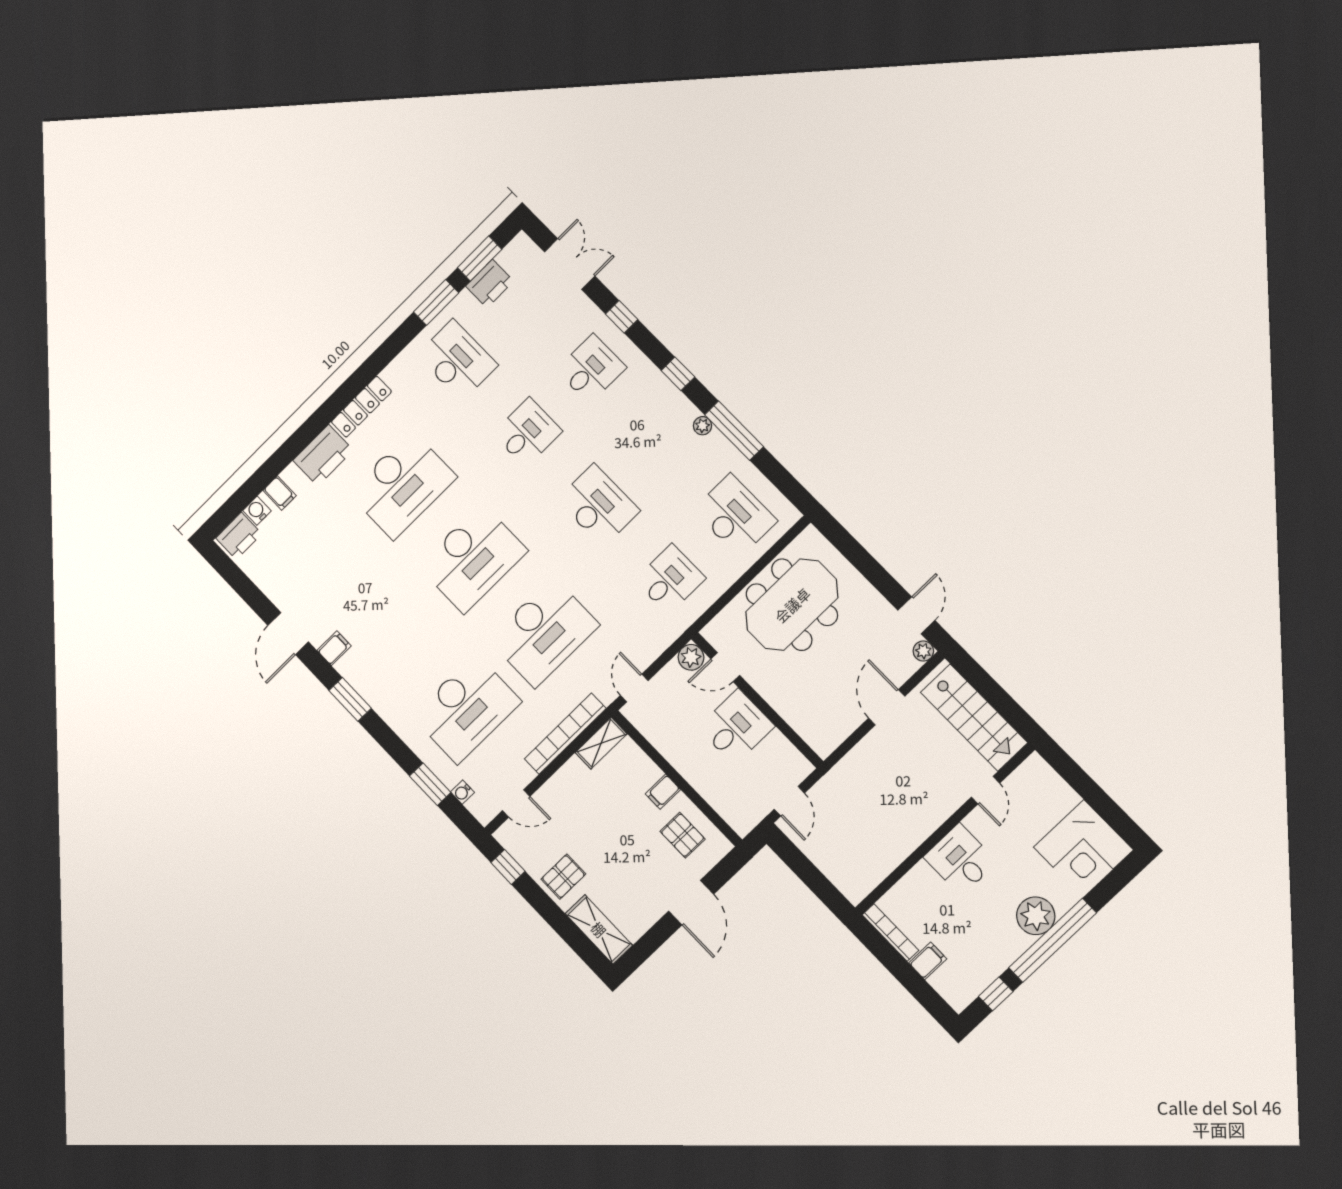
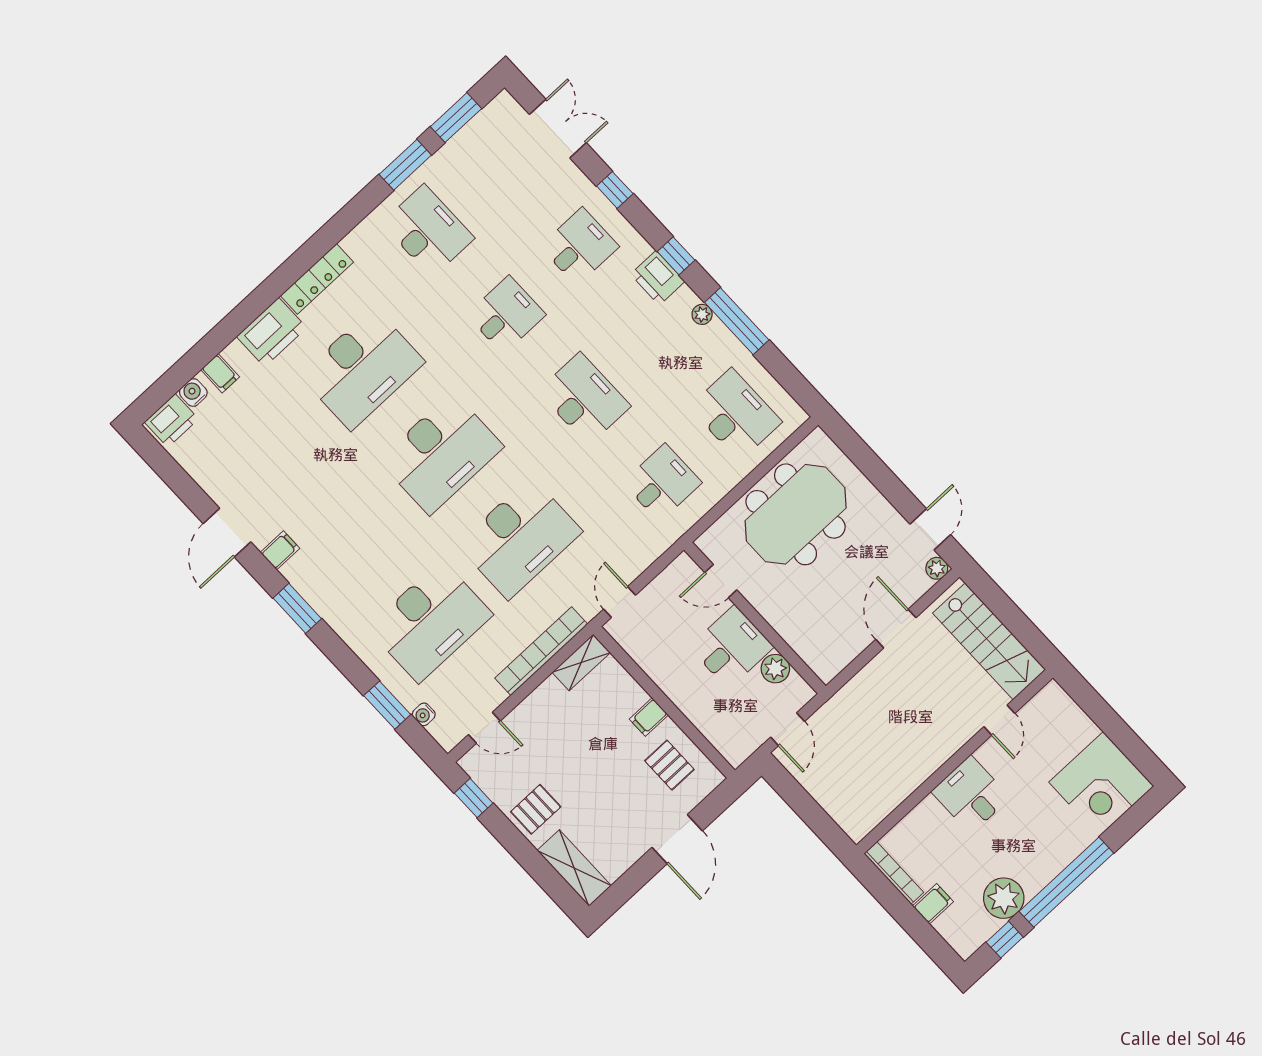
printer: (490, 284) -> (658, 278), moved, turned 90
plant: (691, 657) -> (775, 669), moved
plant: (1036, 916) -> (1004, 898), moved

